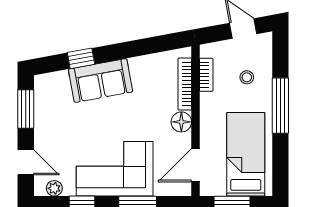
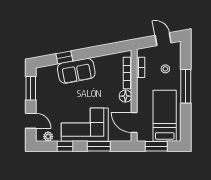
door: (195, 165) -> (134, 123), hinge flipped

